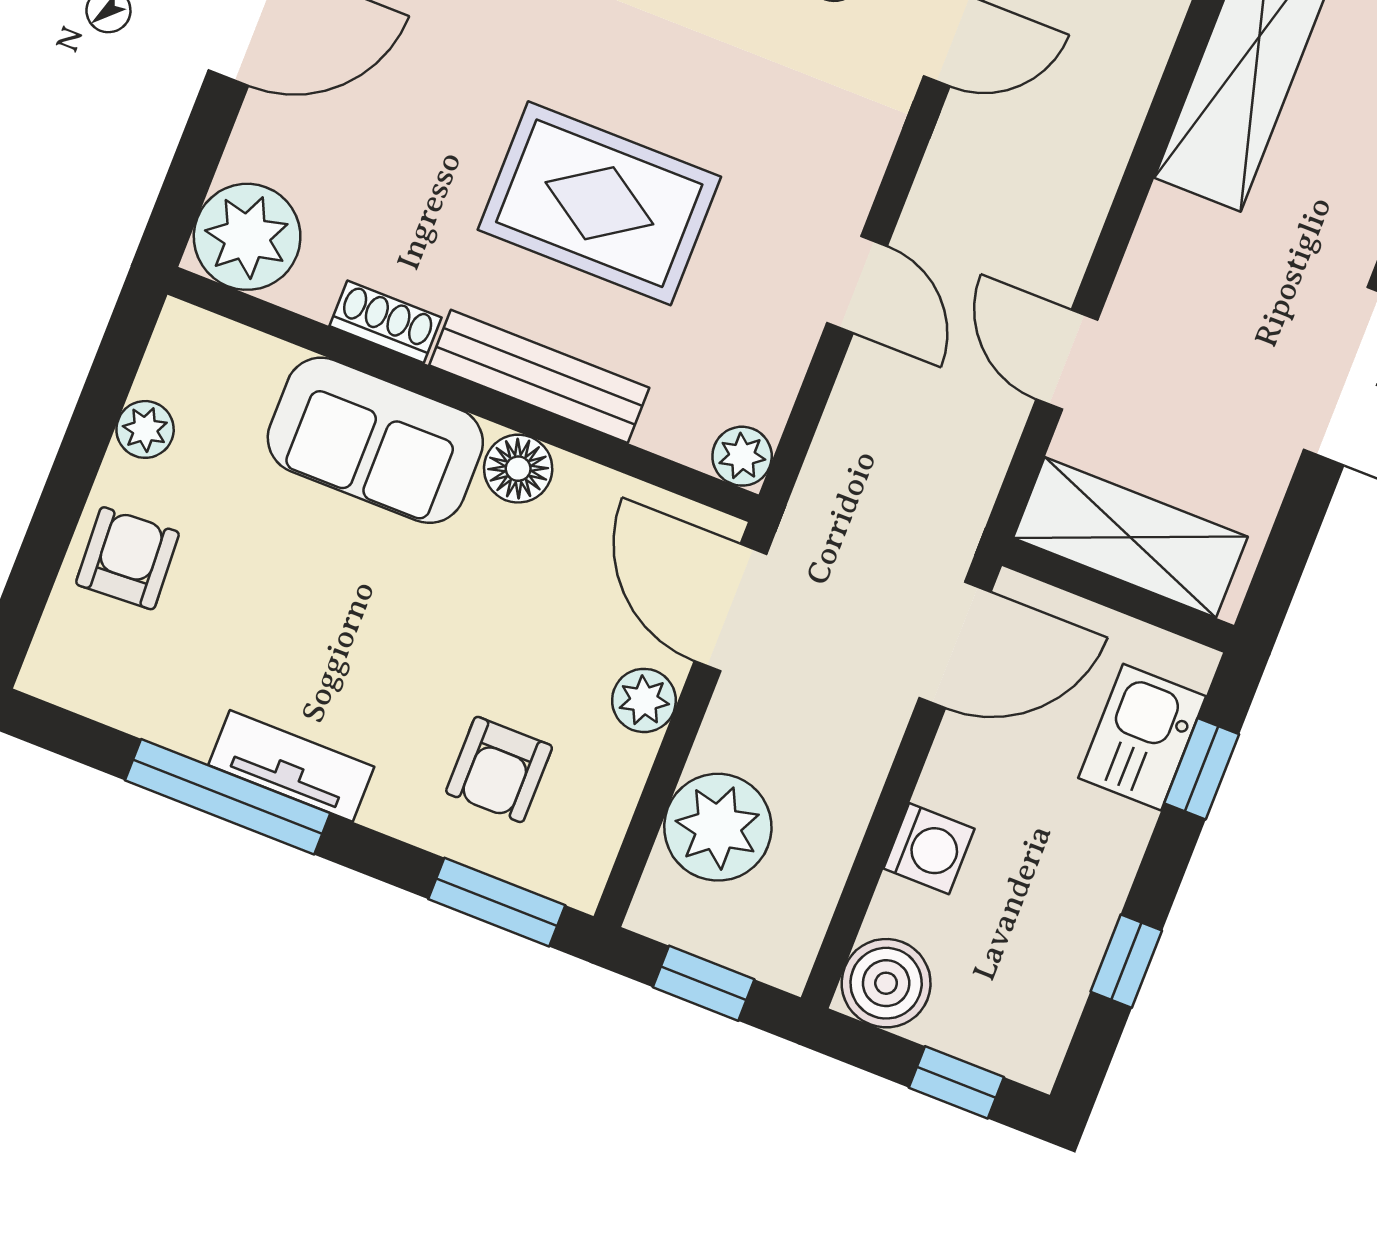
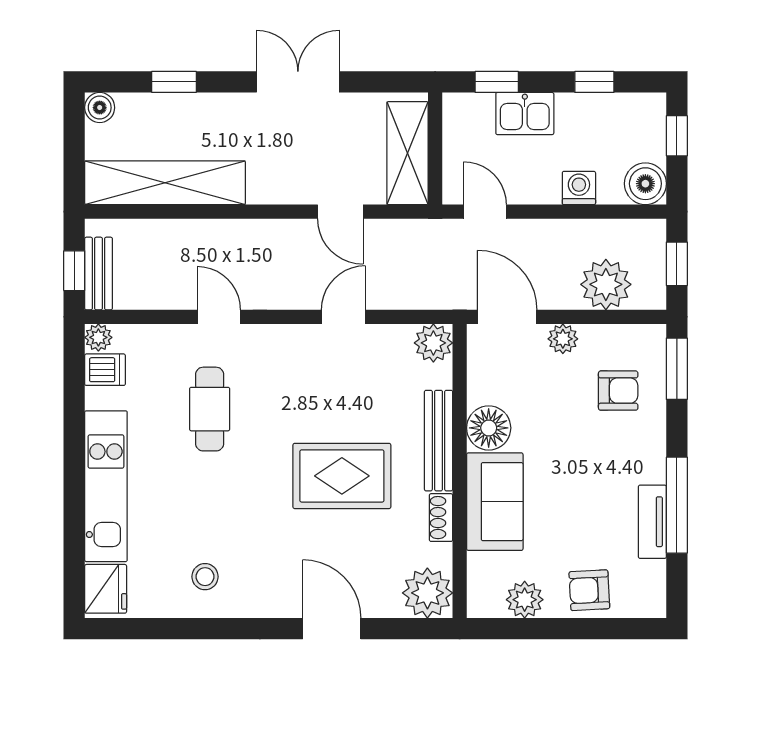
rug: (599, 203) -> (342, 476), moved, turned 90
door: (1067, 360) -> (340, 212), hinge flipped
plant: (145, 429) -> (525, 600), width x1.38, depth x1.38
plant: (742, 456) -> (433, 343), width x1.38, depth x1.38
floor lamp: (518, 469) -> (489, 428), width x1.38, depth x1.38
door: (730, 608) -> (507, 317), swing flipped
door: (955, 645) -> (485, 212), width x0.73
kitchen sink: (1142, 737) -> (525, 114), moved
tv unit: (291, 766) -> (652, 522), moved

